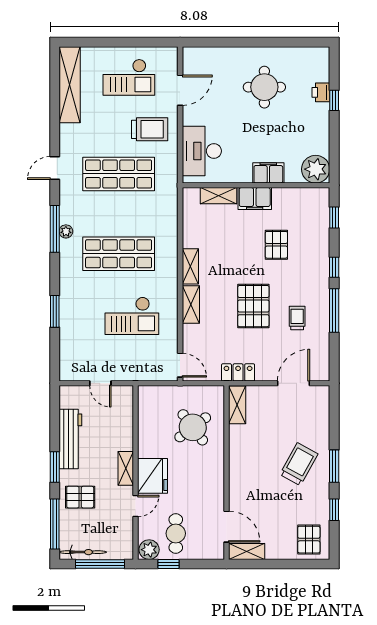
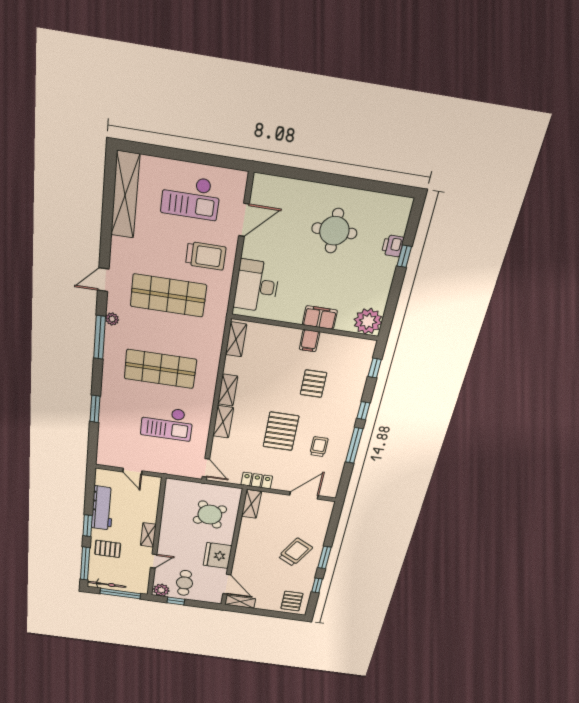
shelving: (218, 196) -> (236, 339), moved, turned 90
filing cabinet: (255, 199) -> (309, 341), width x0.50
plant: (66, 231) -> (112, 319), moved
fridge: (153, 476) -> (218, 556), moved, turned 180

